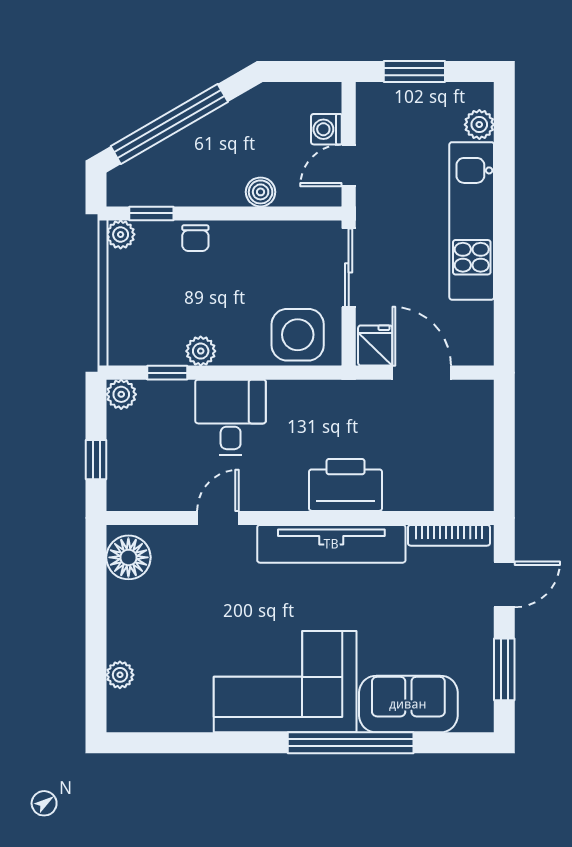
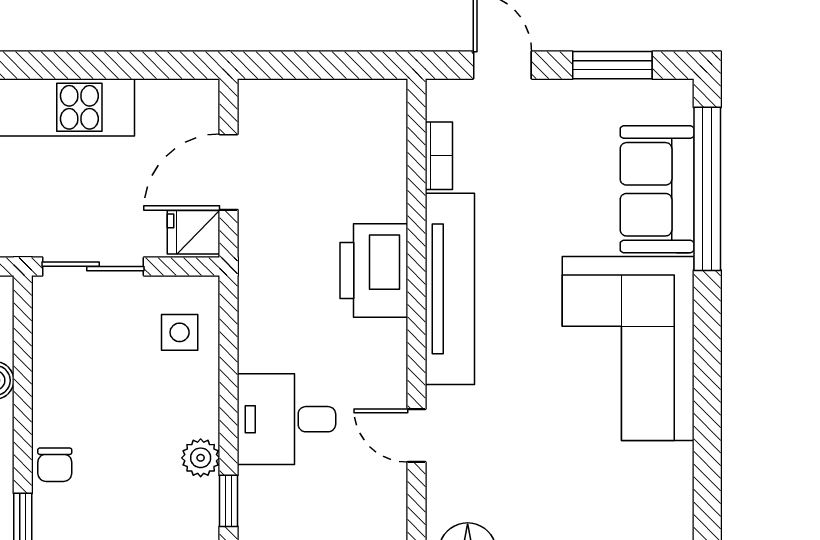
chair: (195, 238) -> (55, 465), turned 90
side table: (298, 335) -> (180, 332), width x0.54, depth x0.54
bookcase: (449, 535) -> (439, 156), width x0.64
window: (351, 743) -> (707, 189), moved

